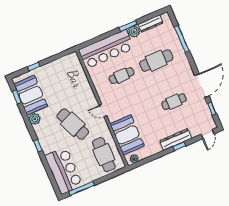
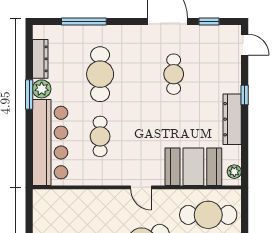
door: (103, 111) -> (141, 187), hinge flipped
dresser: (176, 140) -> (232, 119), moved

